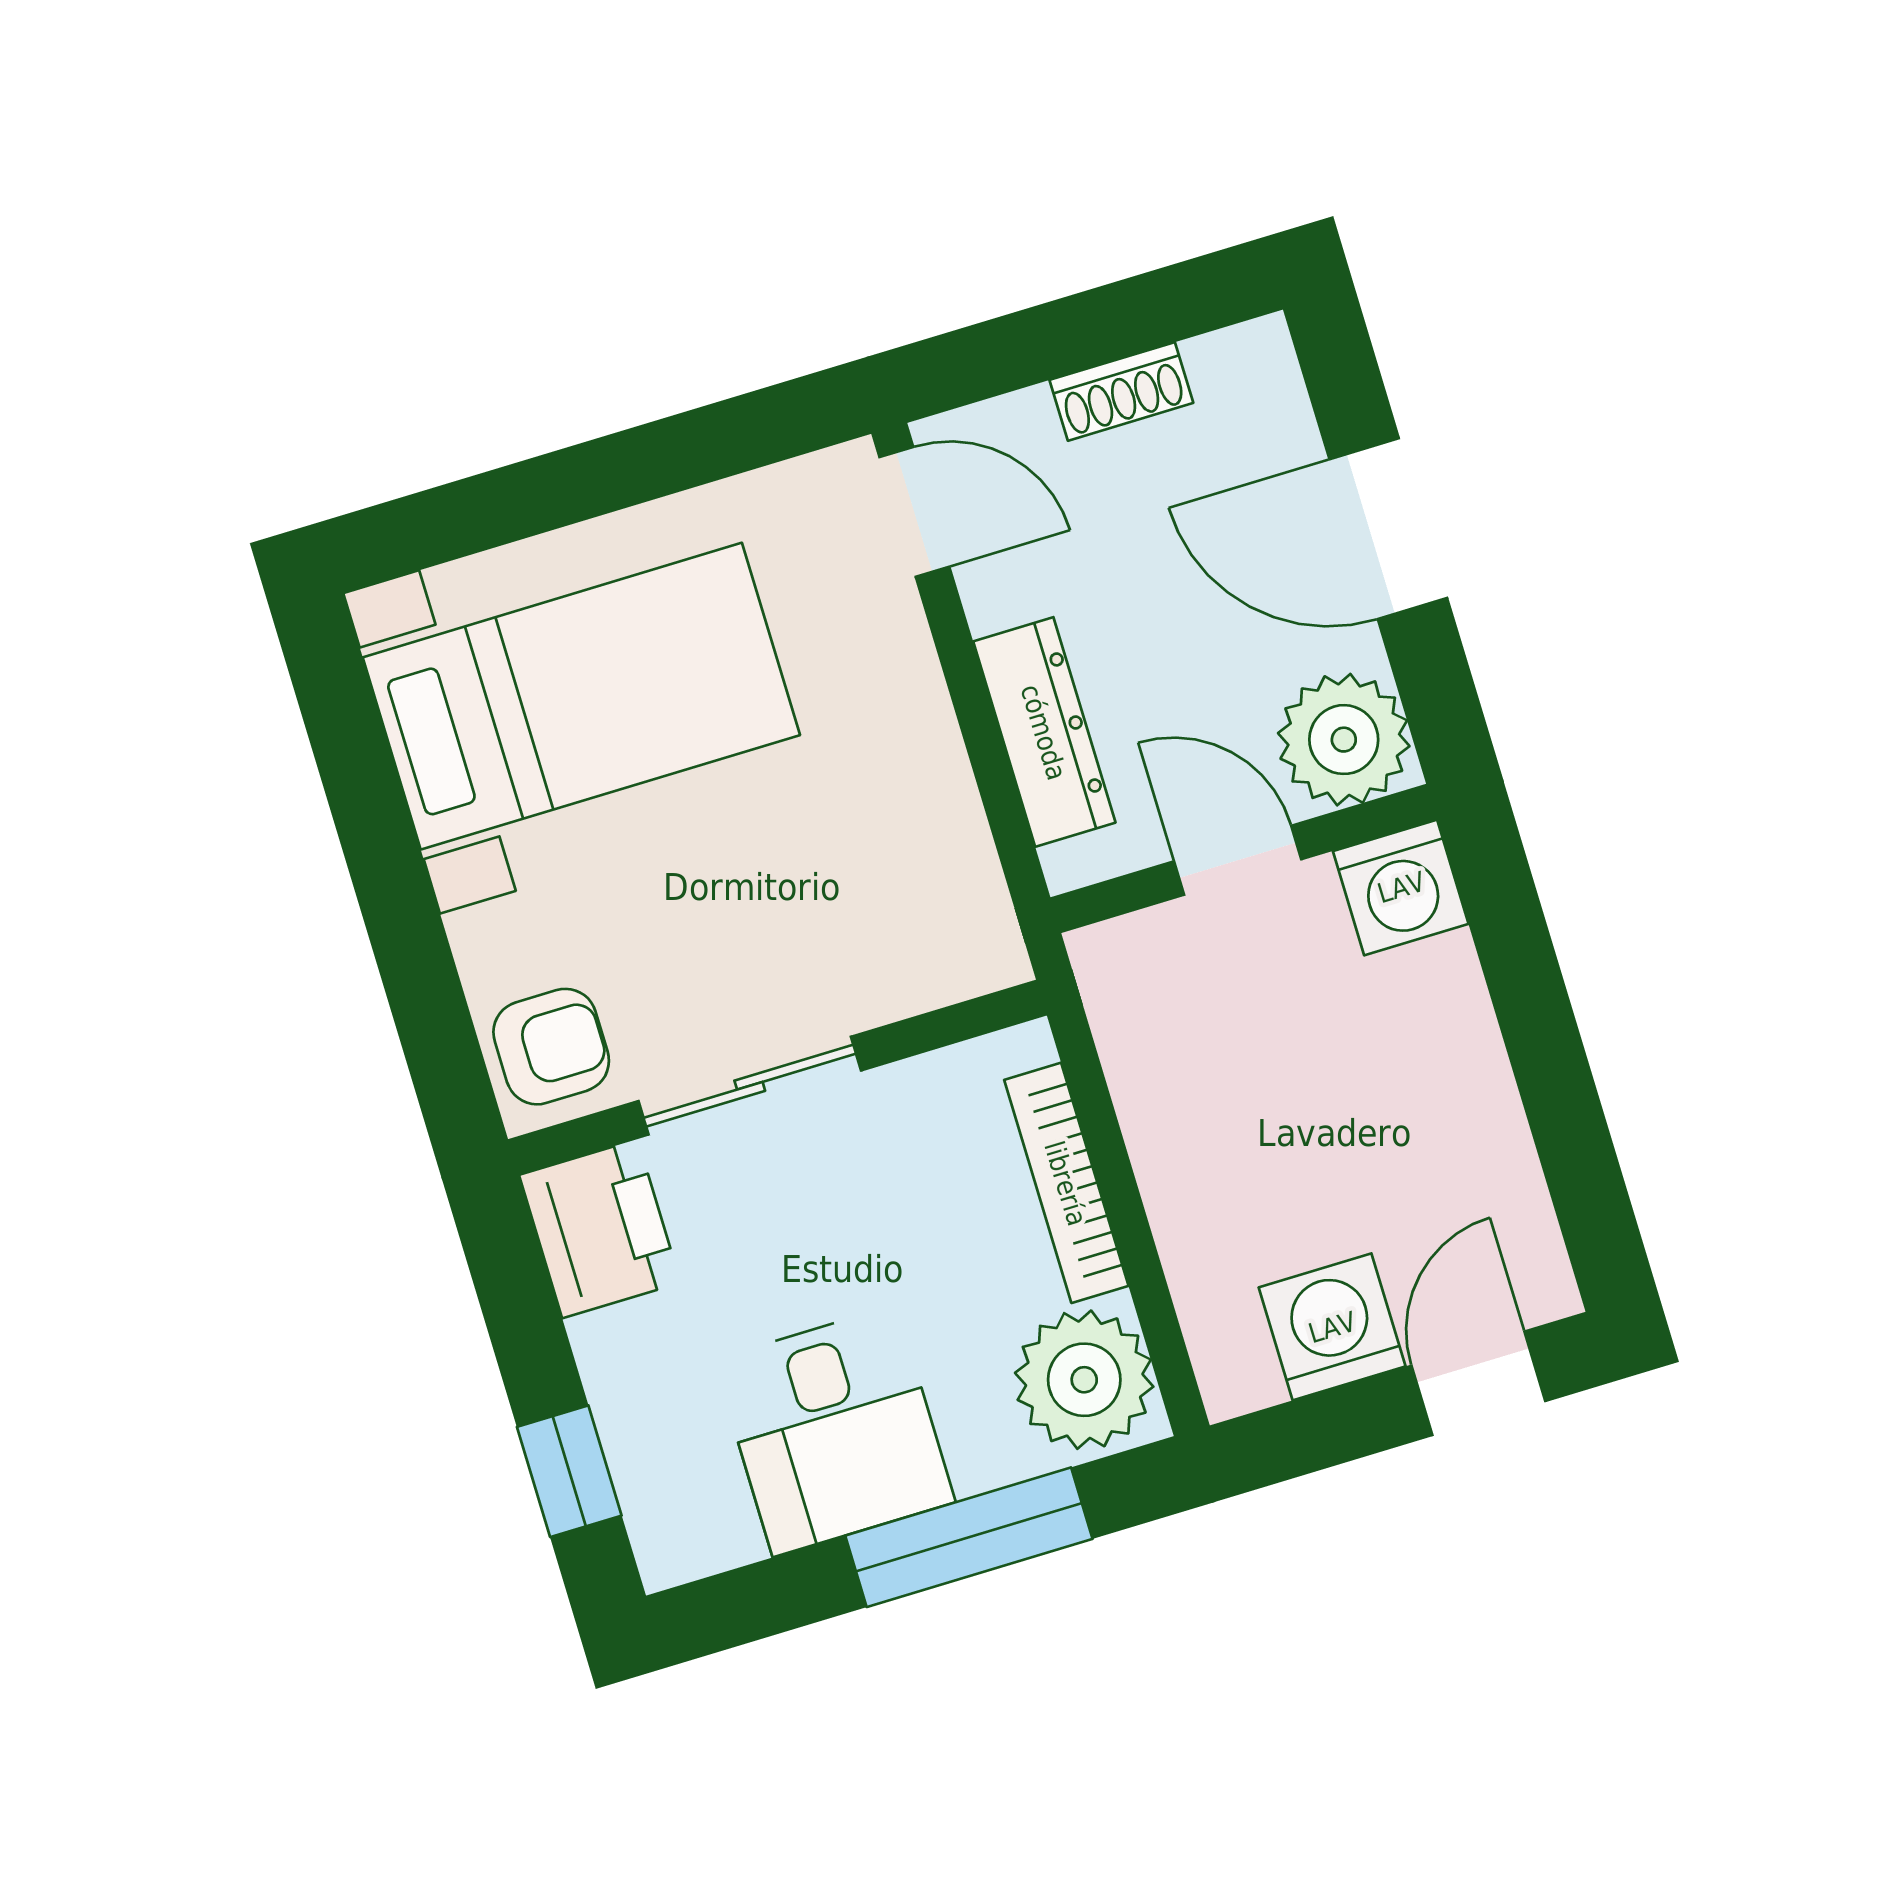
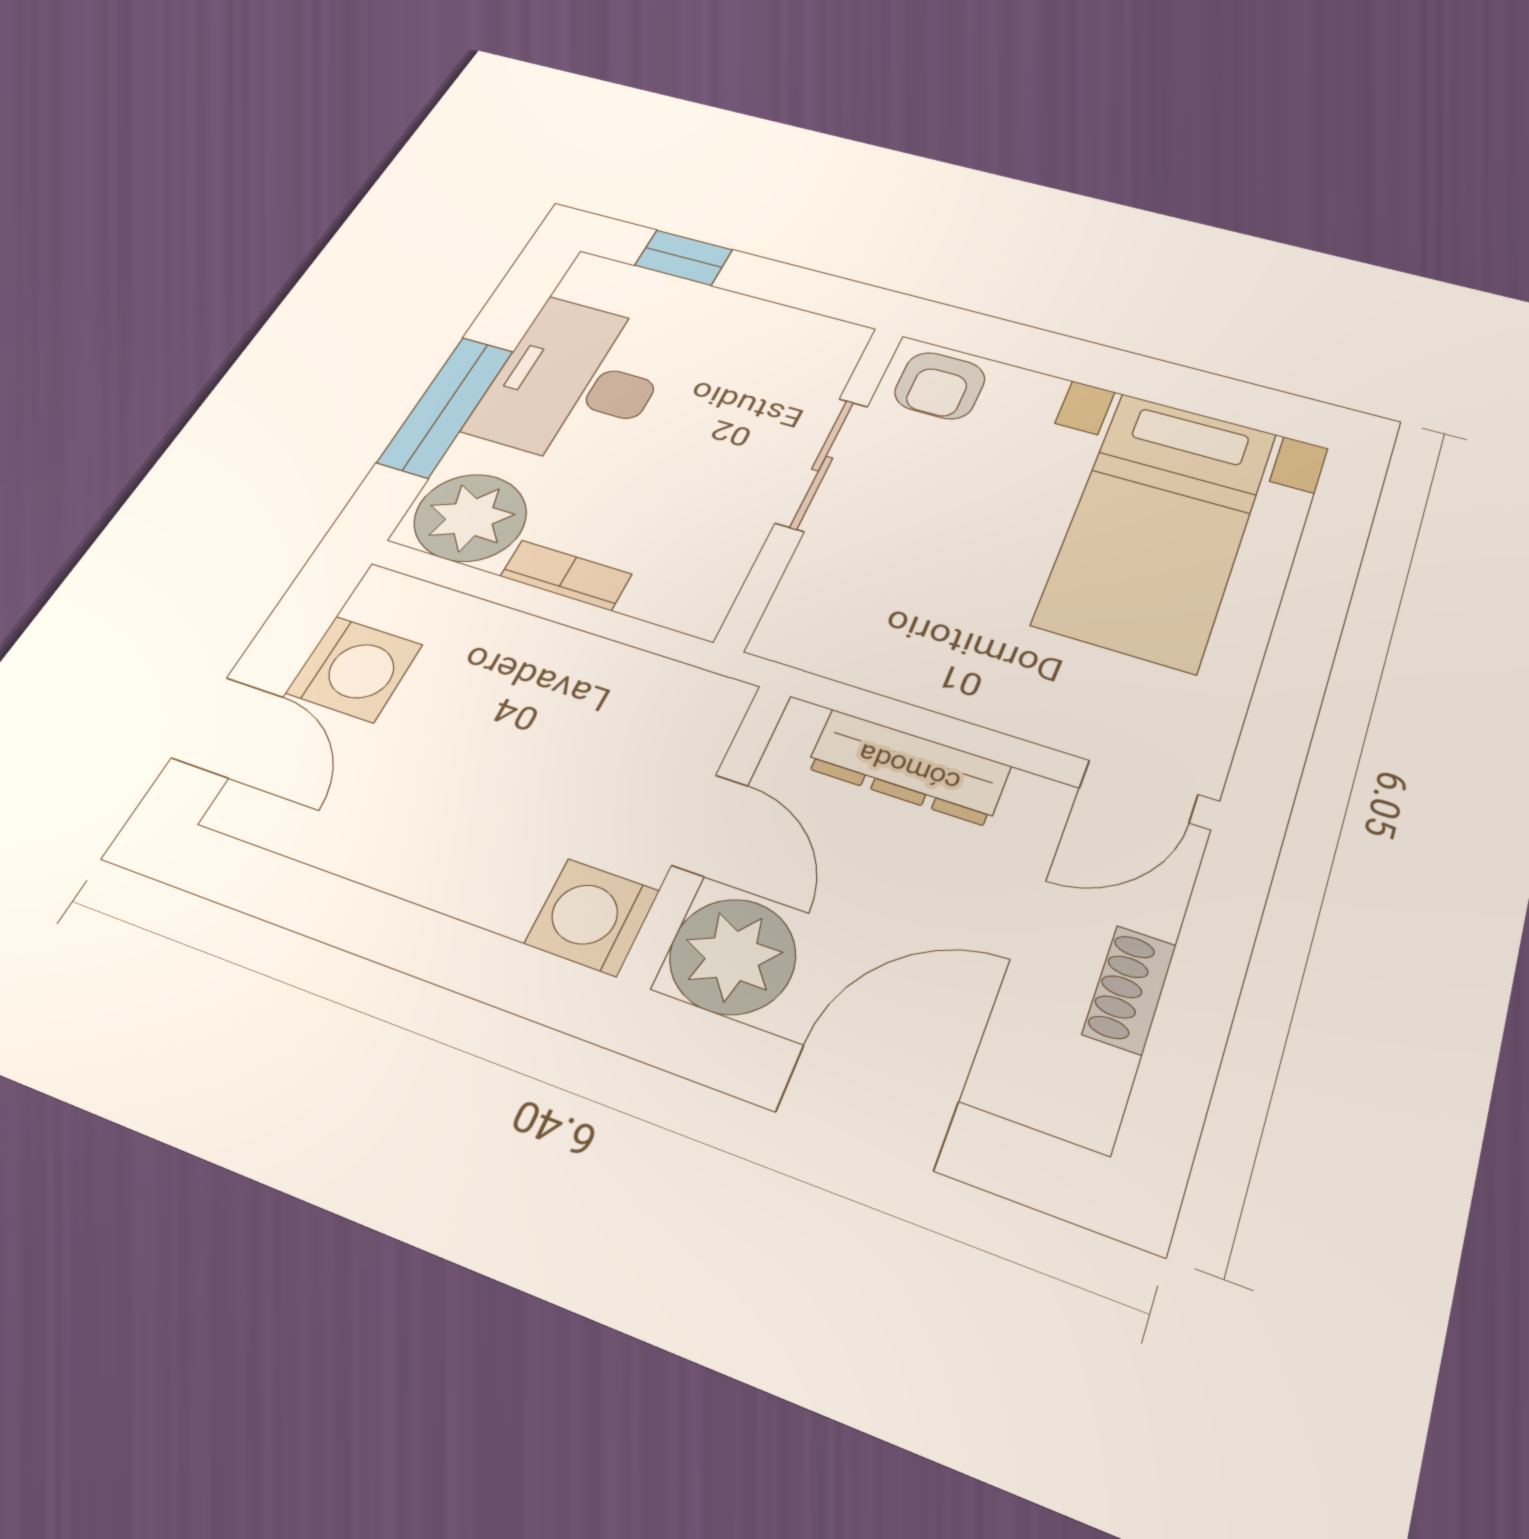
door: (1238, 860) -> (710, 825), hinge flipped
bookcase: (1066, 1183) -> (566, 575), width x0.64
printer: (600, 1229) -> (807, 346), removed
desk: (834, 1431) -> (576, 382), width x1.37

